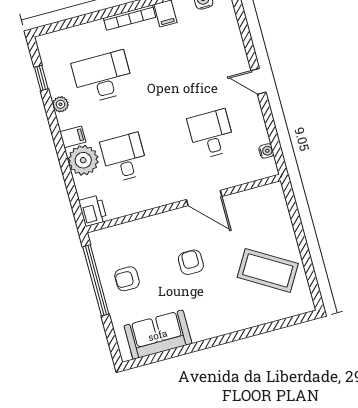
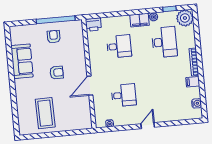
filing cabinet: (73, 137) -> (139, 20), width x2.00
plant: (83, 160) -> (185, 18), moved
coffee table: (268, 270) -> (45, 113), turned -32
sofa: (158, 335) -> (22, 61), moved

